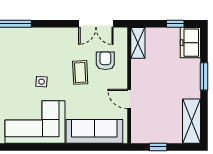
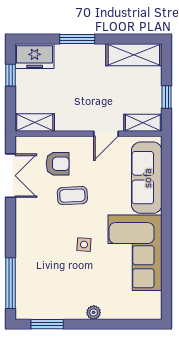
armchair: (105, 61) -> (58, 164), turned 180
shelving: (138, 128) -> (143, 123), added

